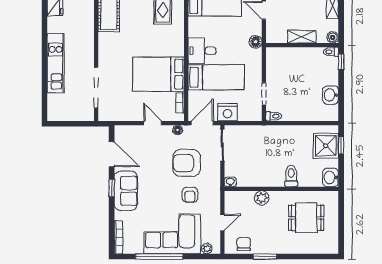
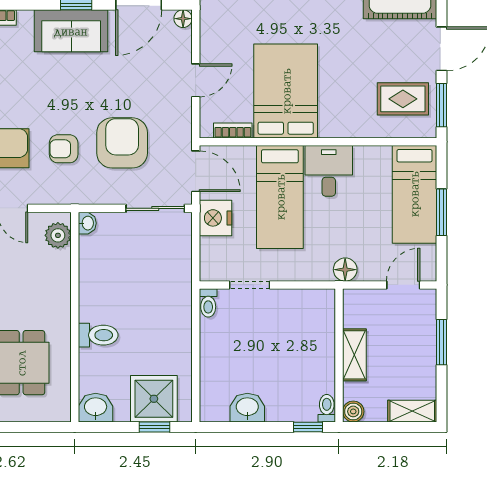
floor lamp: (178, 130) -> (183, 19), moved
plant: (262, 198) -> (58, 235), moved

